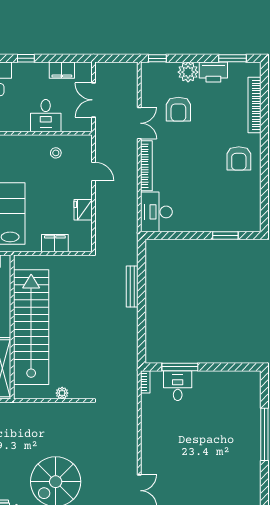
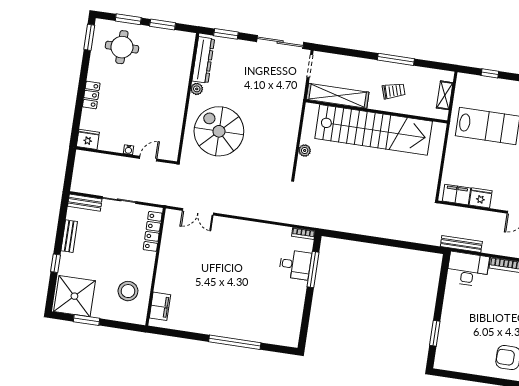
filing cabinet: (55, 243) -> (456, 195), moved, turned -90
bench: (132, 286) -> (461, 244), moved

